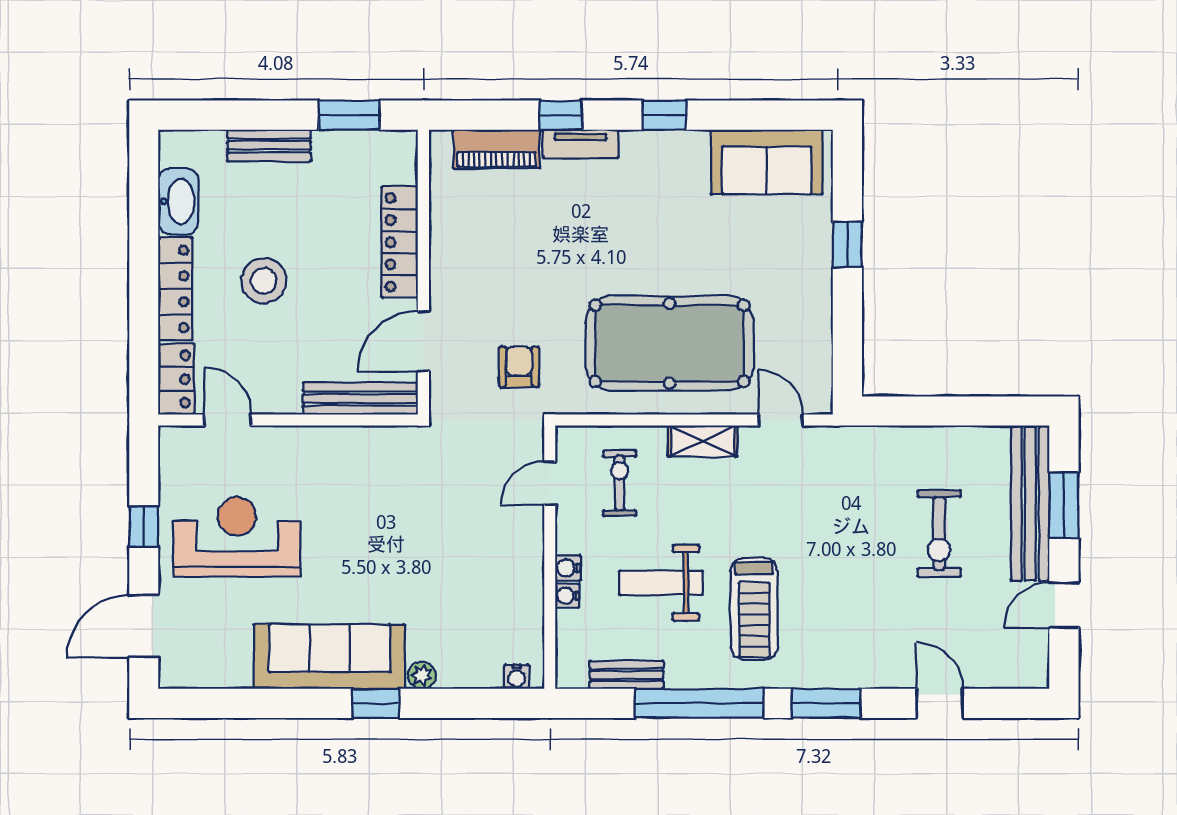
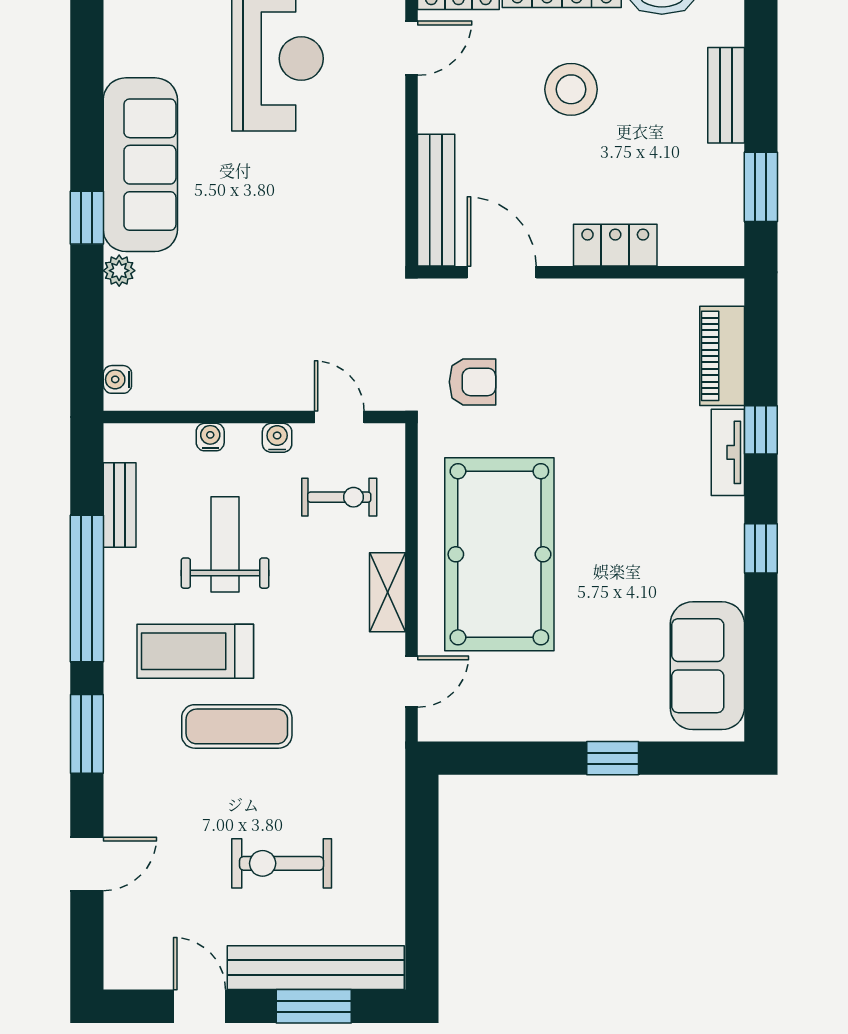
locker: (400, 242) -> (615, 245), width x0.66
water cooler: (568, 568) -> (277, 438), moved
exercise mat: (820, 572) -> (237, 726), added

